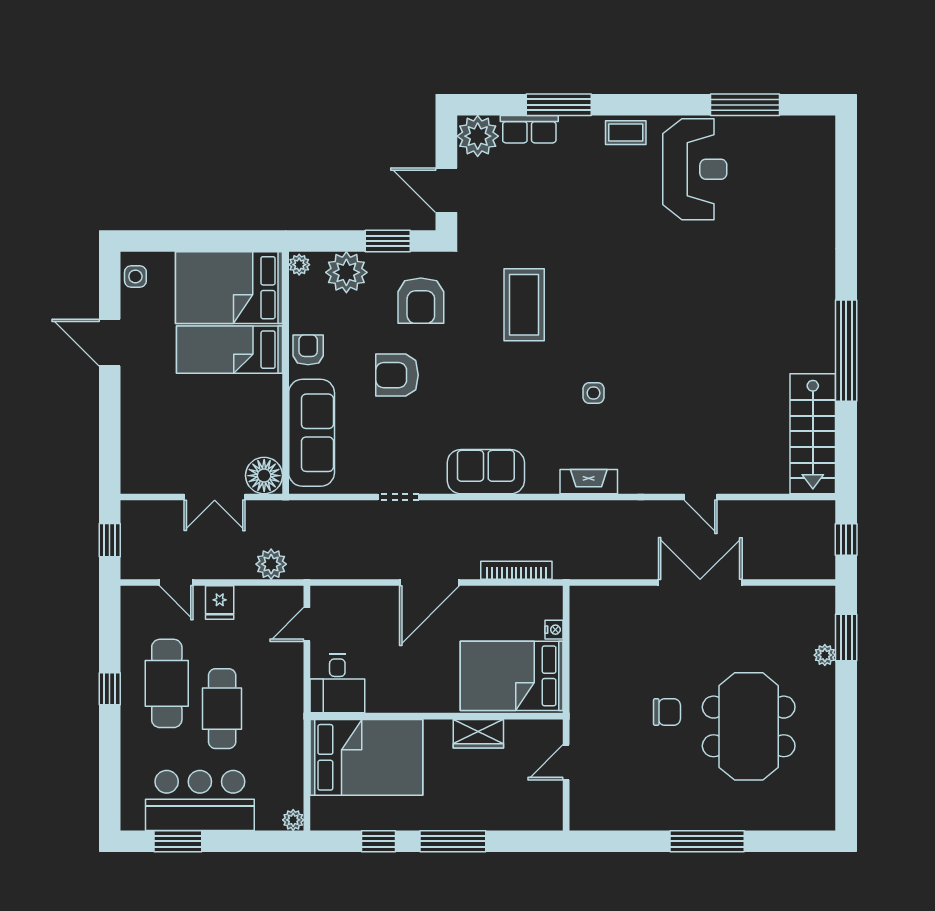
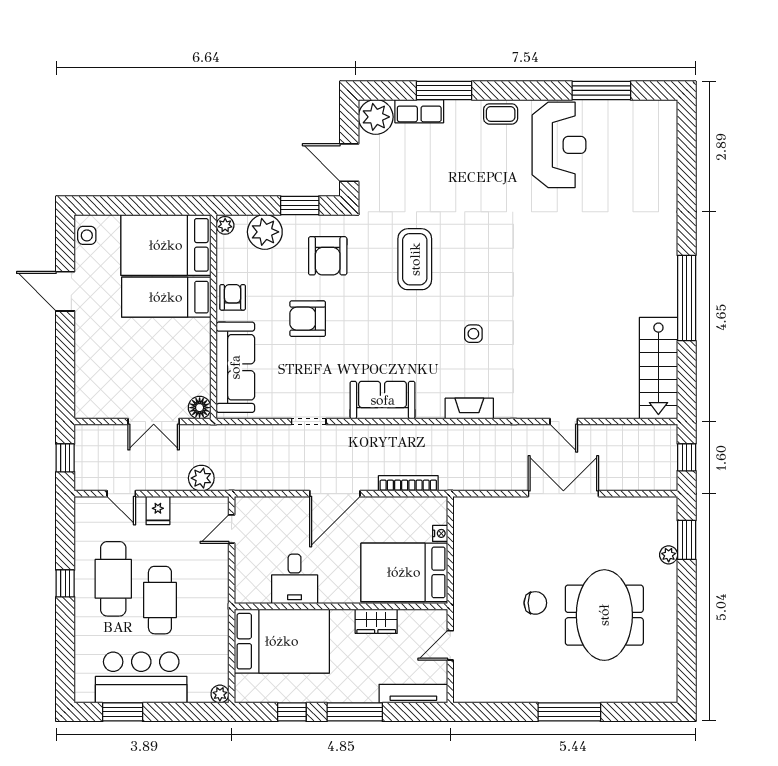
floor lamp: (264, 476) -> (200, 408), width x0.73, depth x0.73
desk: (337, 684) -> (295, 579), moved
tv unit: (522, 820) -> (413, 694), added

